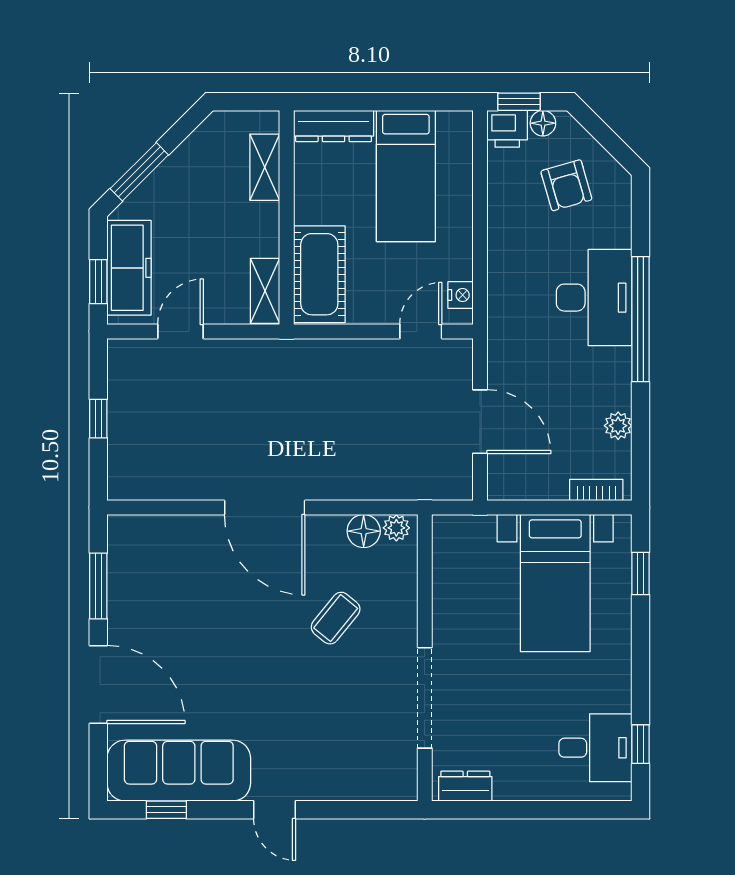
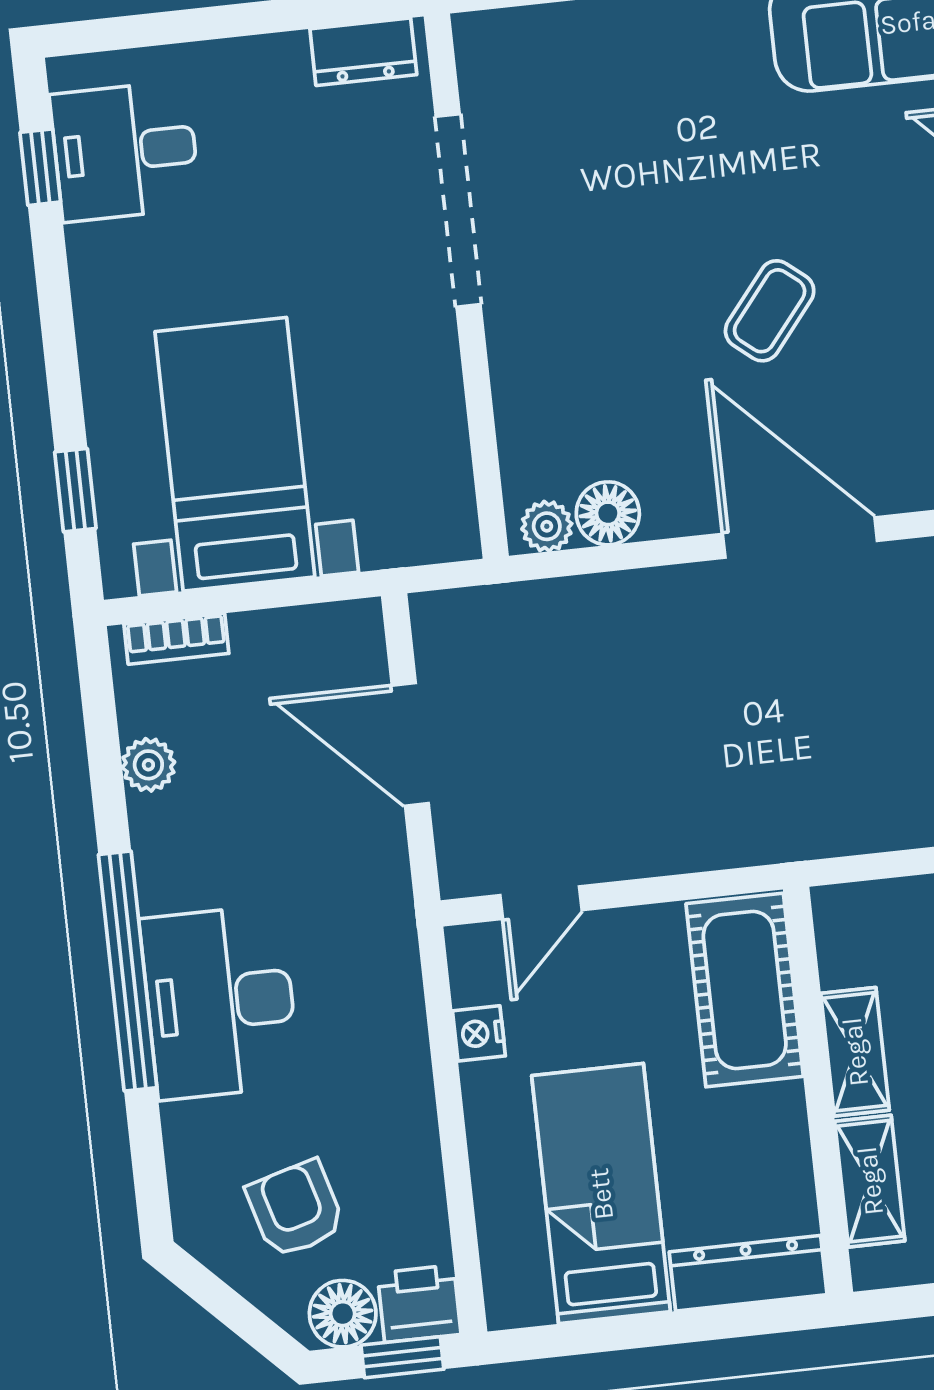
floor lamp: (543, 123) -> (343, 1314), width x1.37, depth x1.37
shelving: (265, 291) -> (855, 1052), moved
nightstand: (461, 295) -> (479, 1033), moved
coffee table: (336, 618) -> (770, 311), moved

